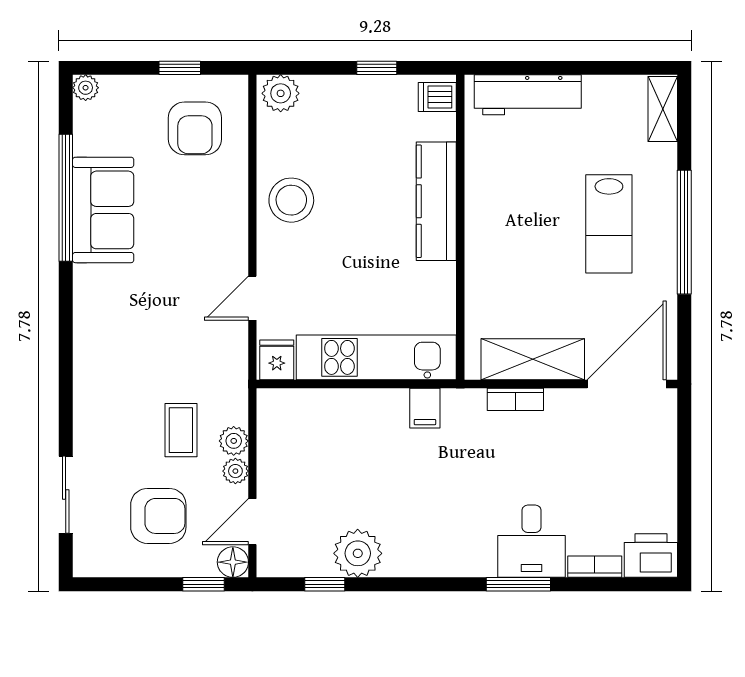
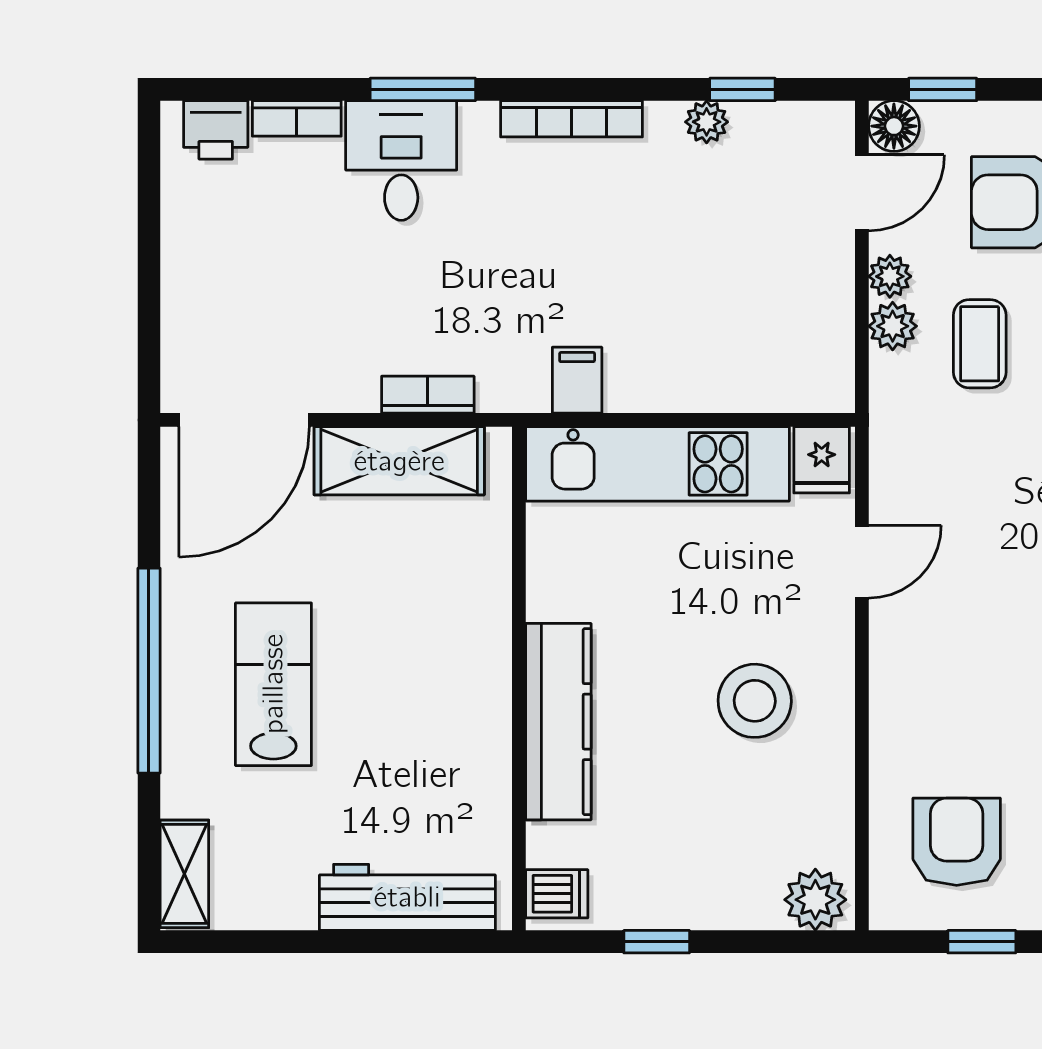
stool: (291, 200) -> (755, 701), moved
plant: (358, 553) -> (707, 122), width x0.53, depth x0.53
printer: (651, 556) -> (216, 130), width x0.73, depth x0.81
bookcase: (428, 566) -> (572, 119), added

